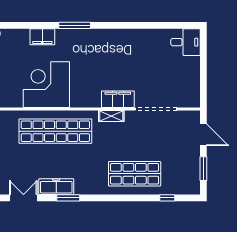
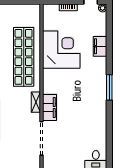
window: (75, 25) -> (109, 87), moved

